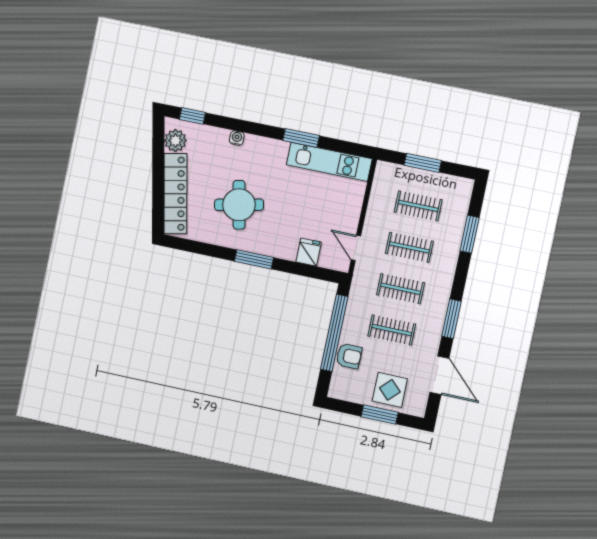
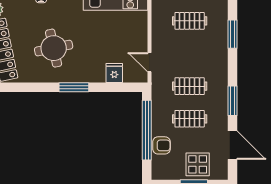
clothes rail: (409, 247) -> (190, 53), removed

